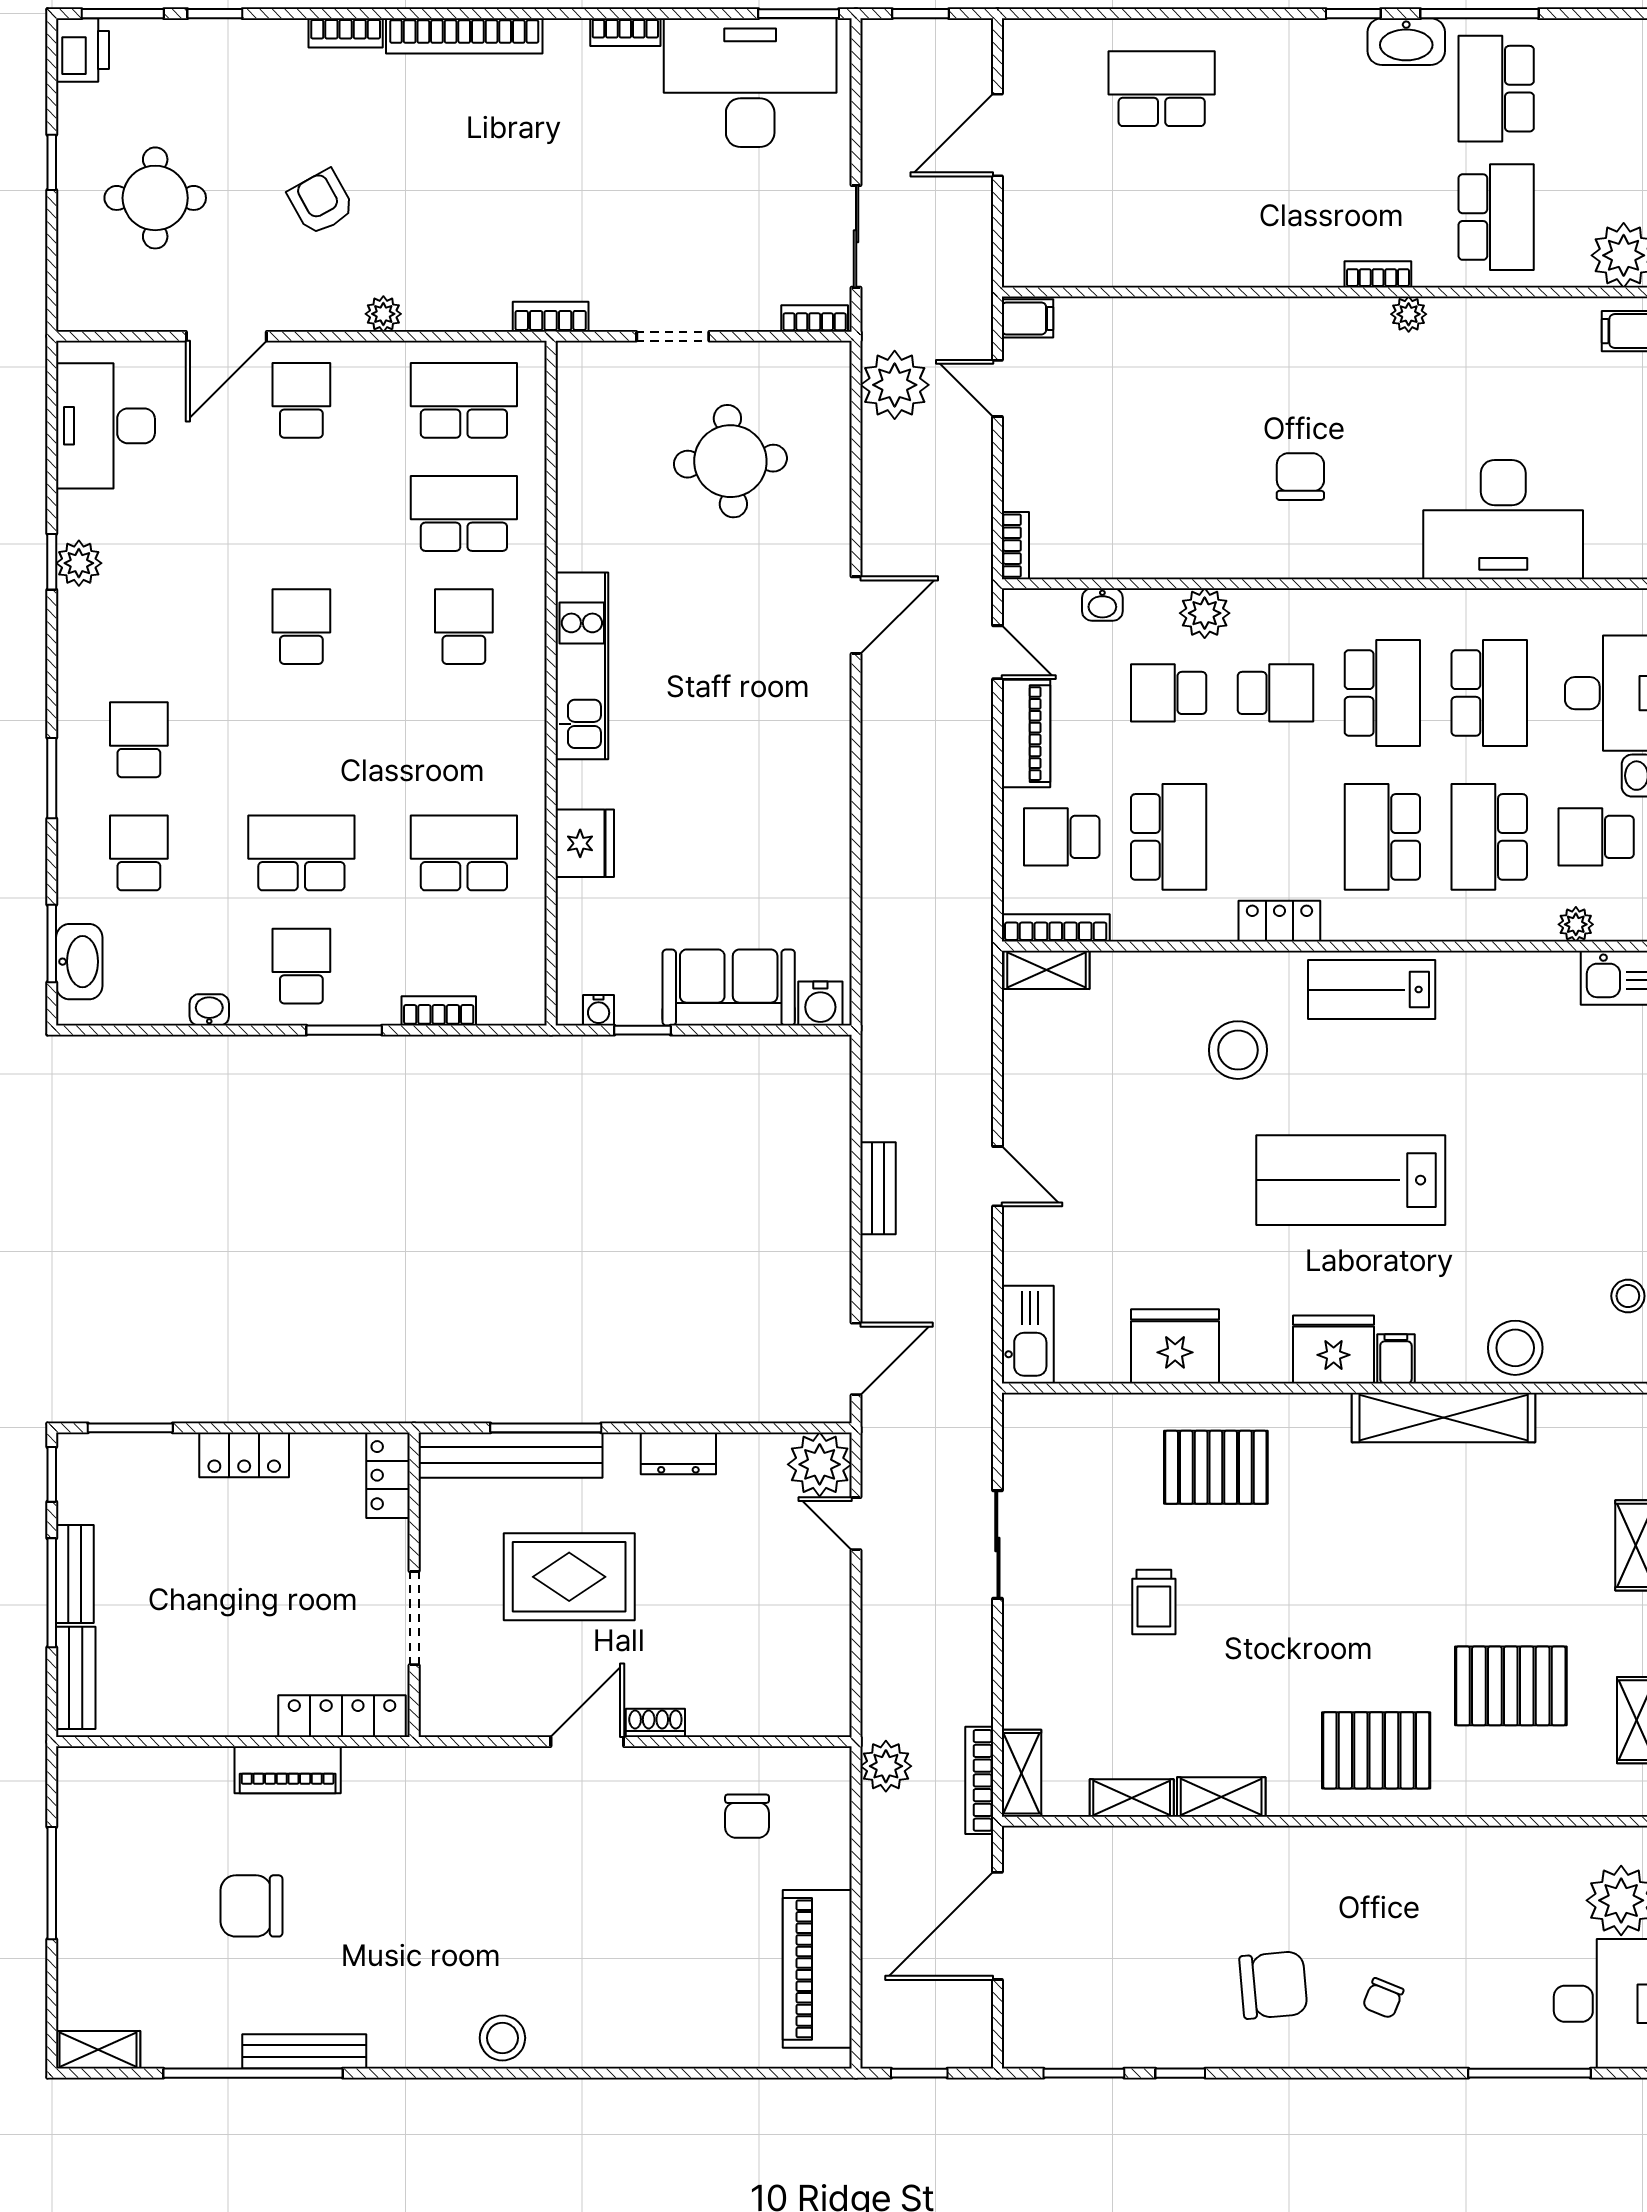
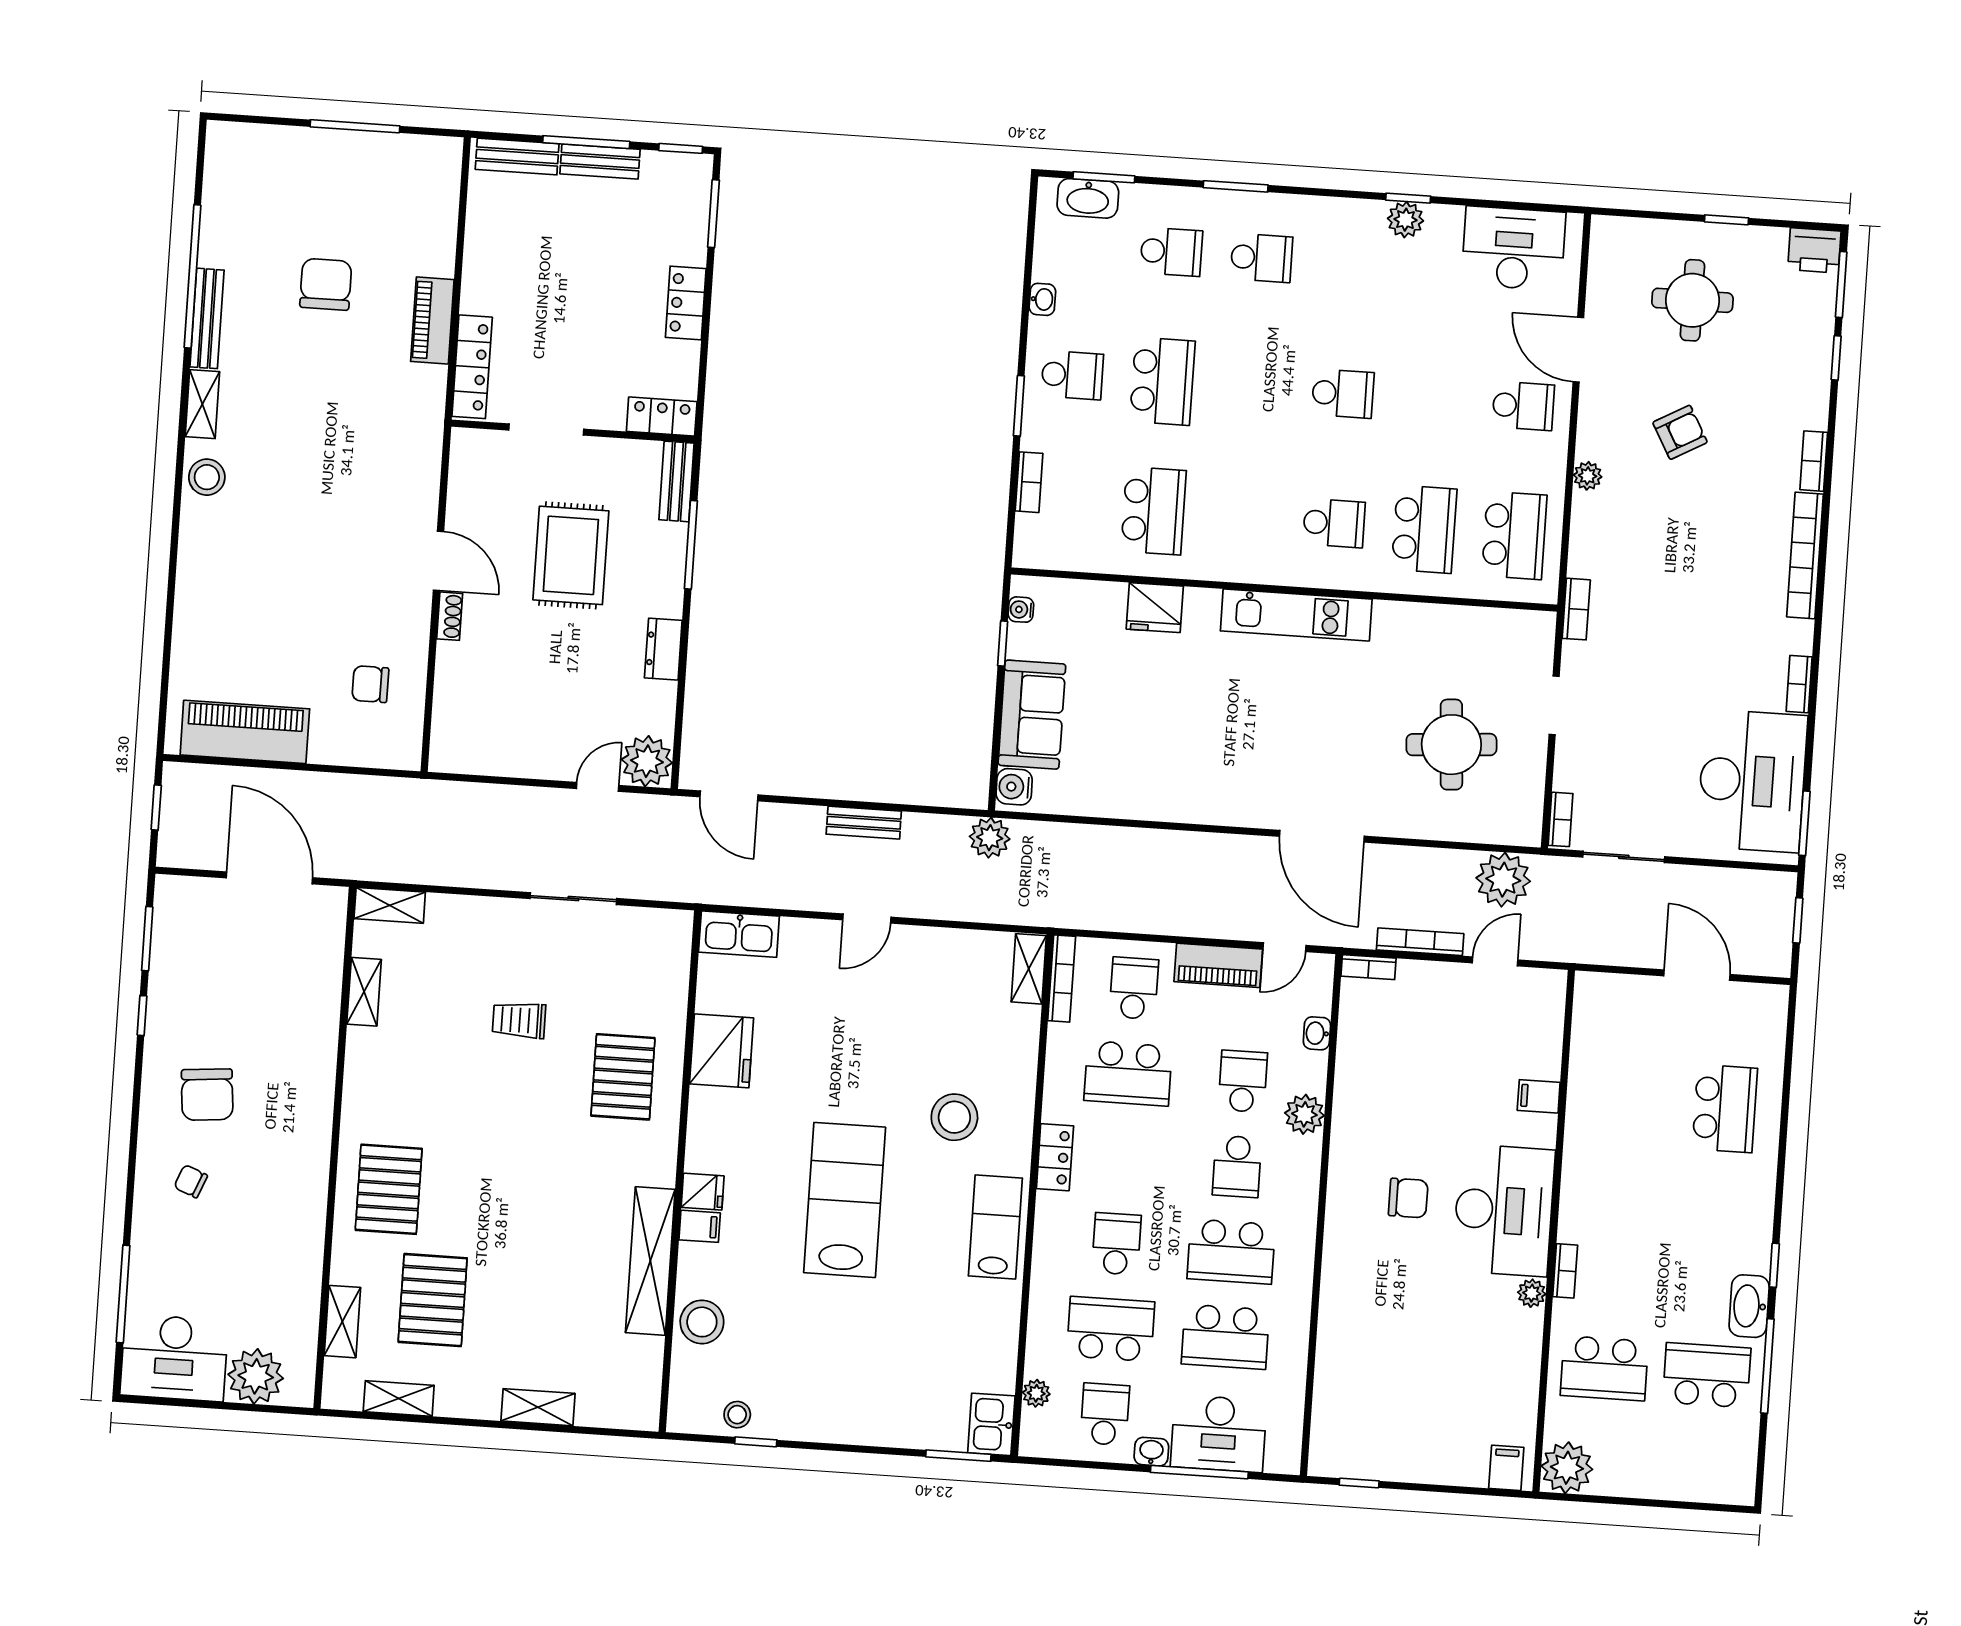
filing cabinet: (1028, 318) -> (1539, 1096), moved, turned 90
desk: (1503, 520) -> (1504, 1210), moved, turned 180
door: (856, 615) -> (1322, 836), width x1.36
school desk: (1382, 837) -> (1116, 1244), width x0.54
fridge: (1334, 1349) -> (703, 1192), width x0.53, depth x0.75
bench: (510, 1455) -> (677, 481), width x0.54, depth x0.82
plant: (886, 1766) -> (990, 838), moved
bookcase: (979, 1780) -> (1420, 942), moved
shelving: (1221, 1797) -> (342, 1322), moved
shelving: (98, 2050) -> (202, 404), moved

